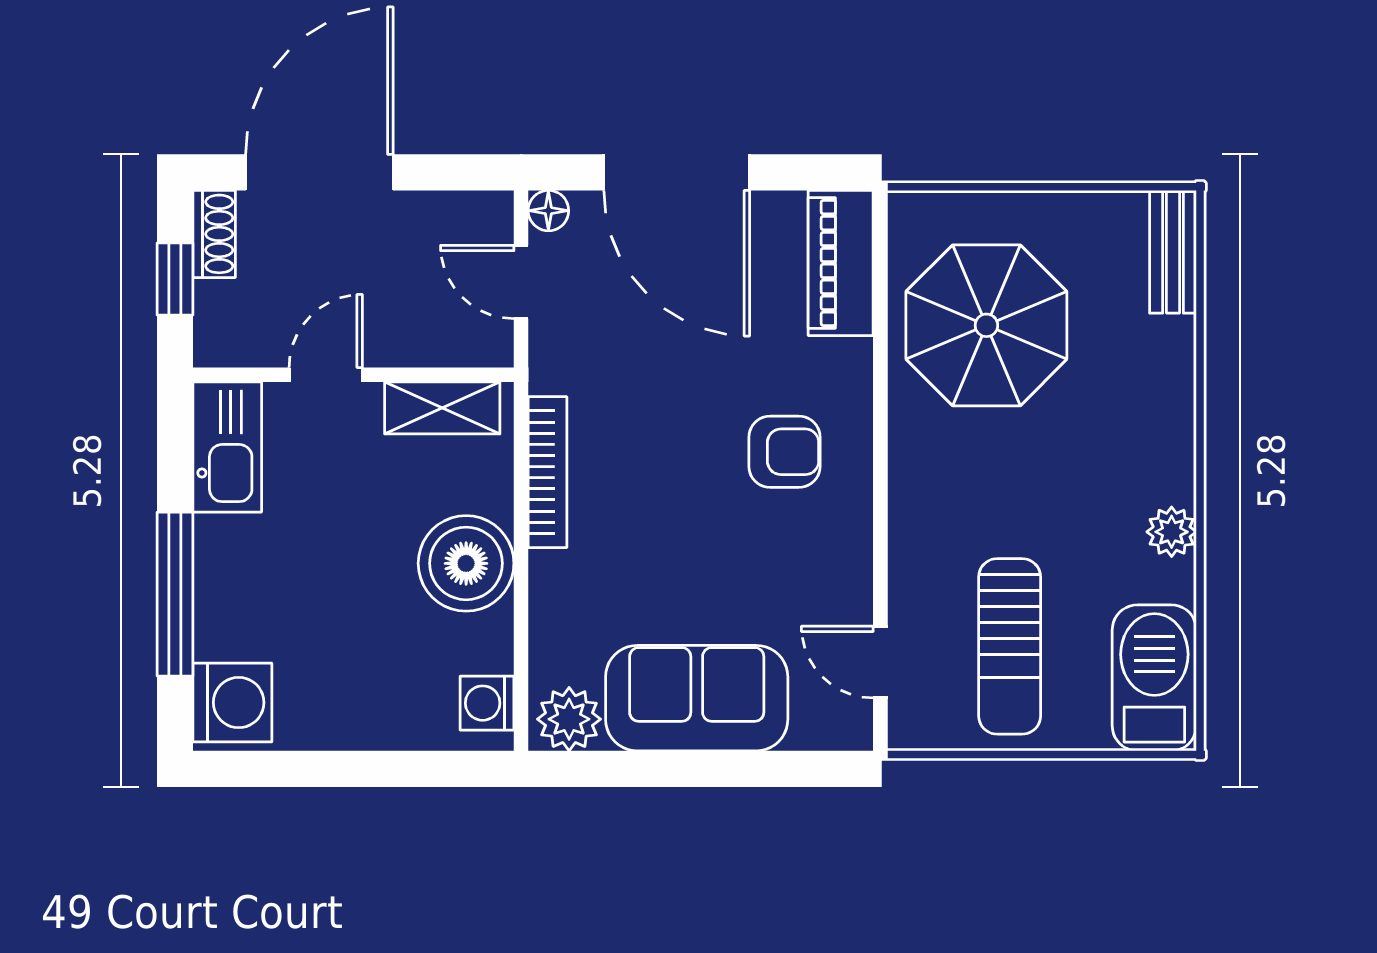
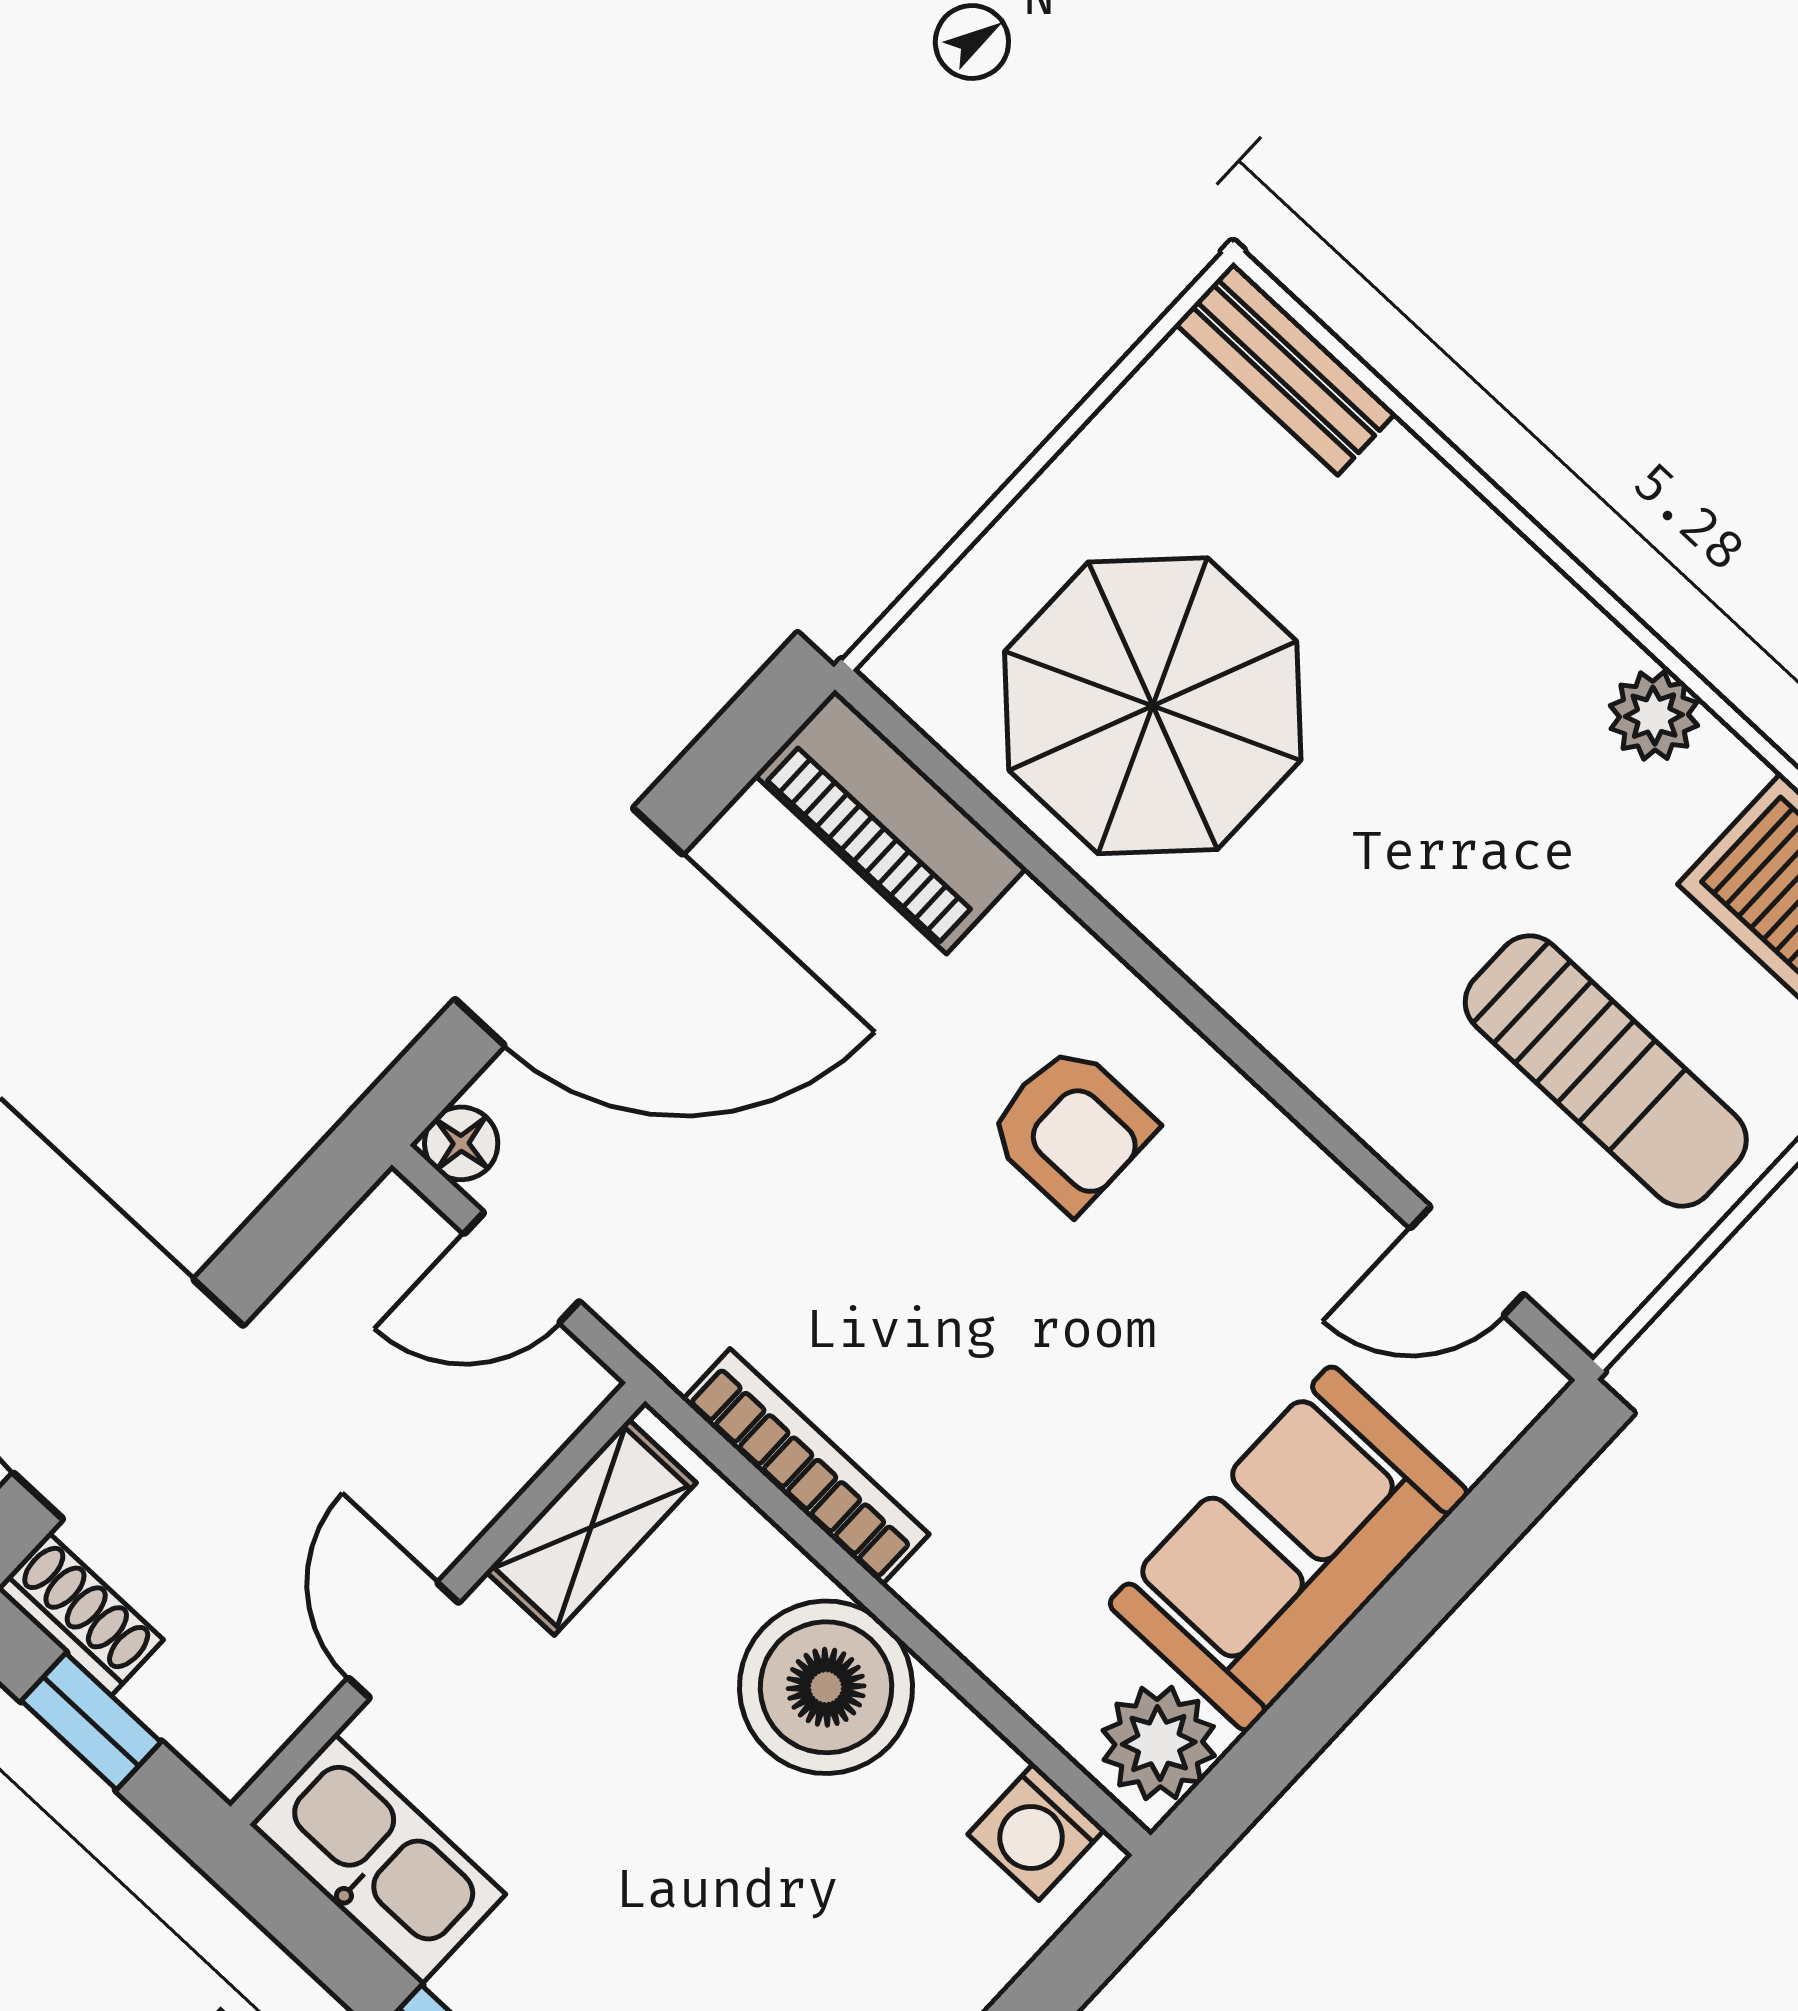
armchair: (784, 452) -> (1071, 1129), turned 90

